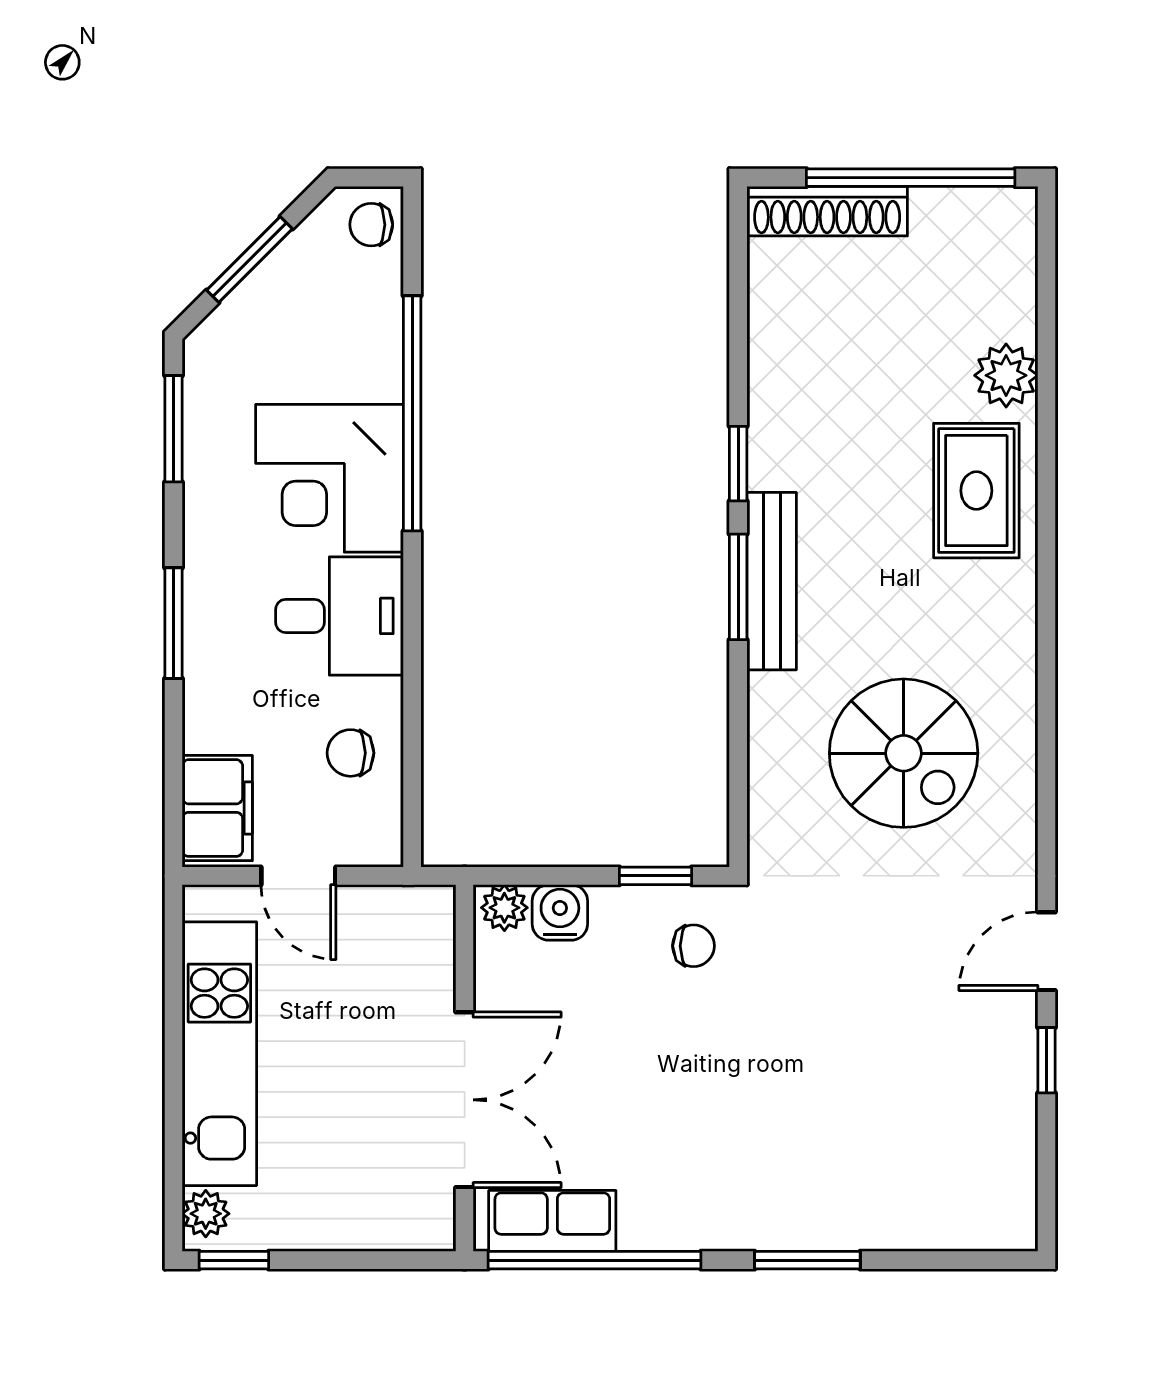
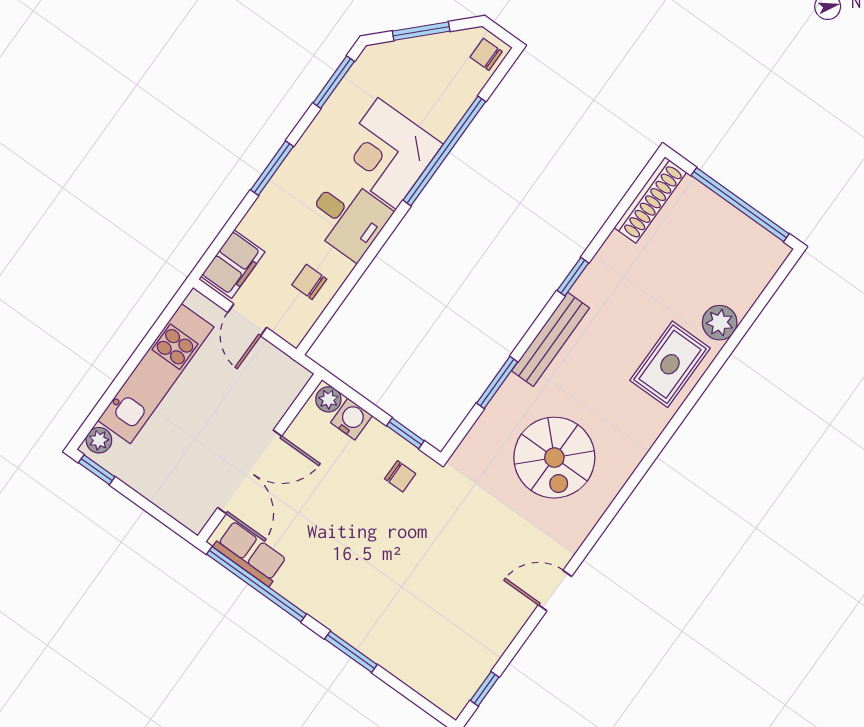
shoe rack: (827, 211) -> (650, 200), moved, turned -90
window: (738, 587) -> (497, 383), moved
window: (1046, 1060) -> (485, 689), moved

